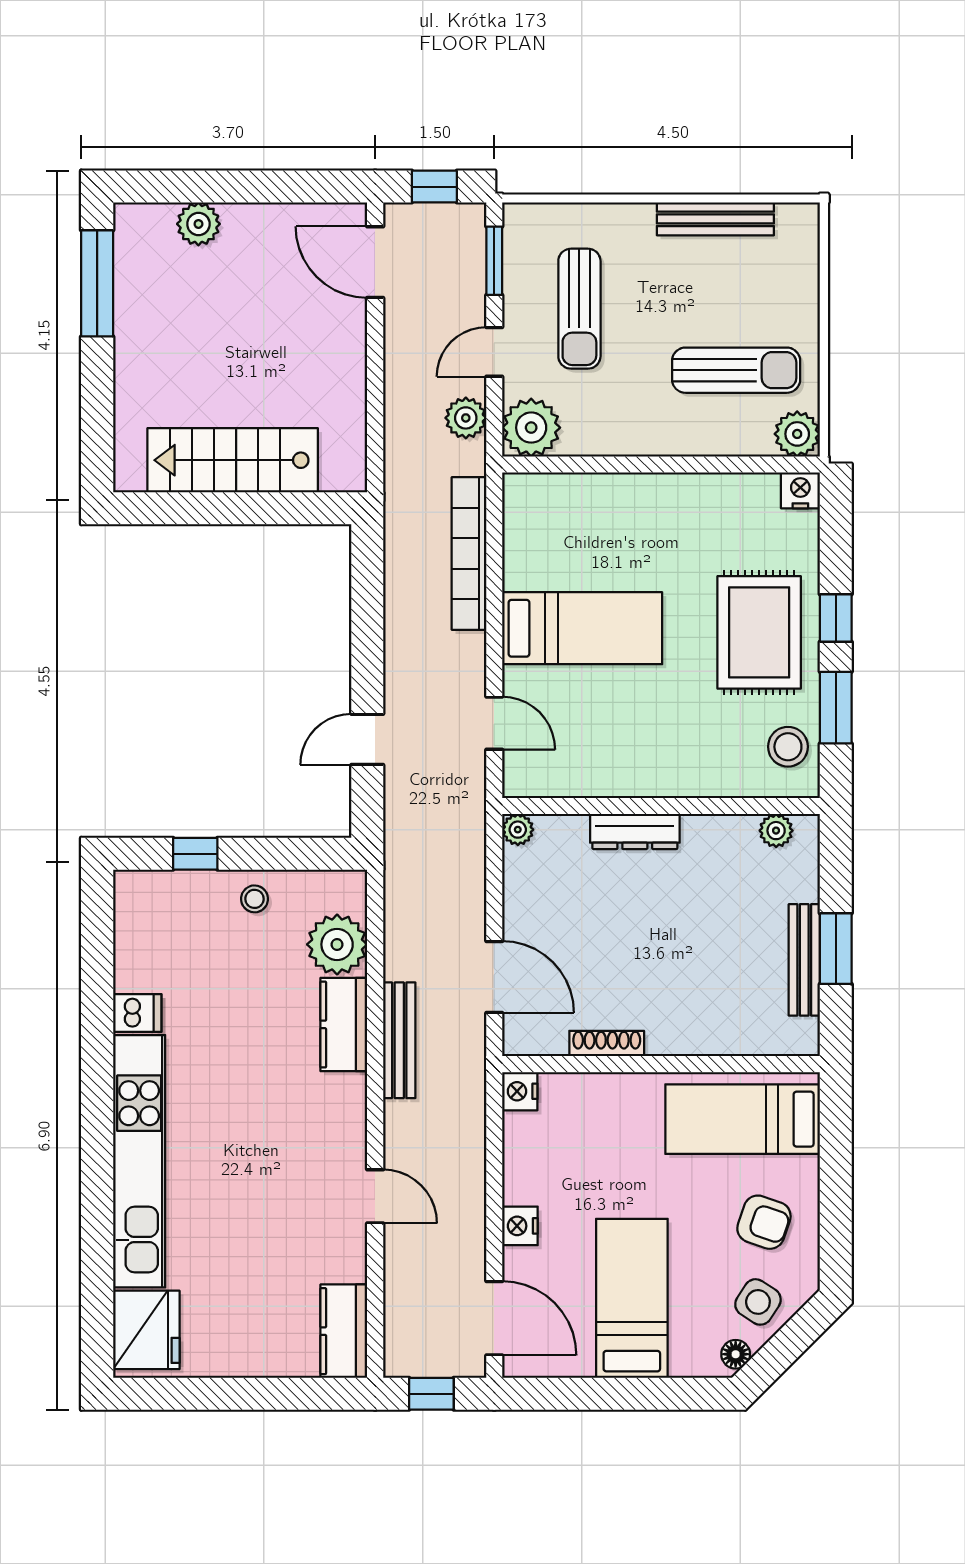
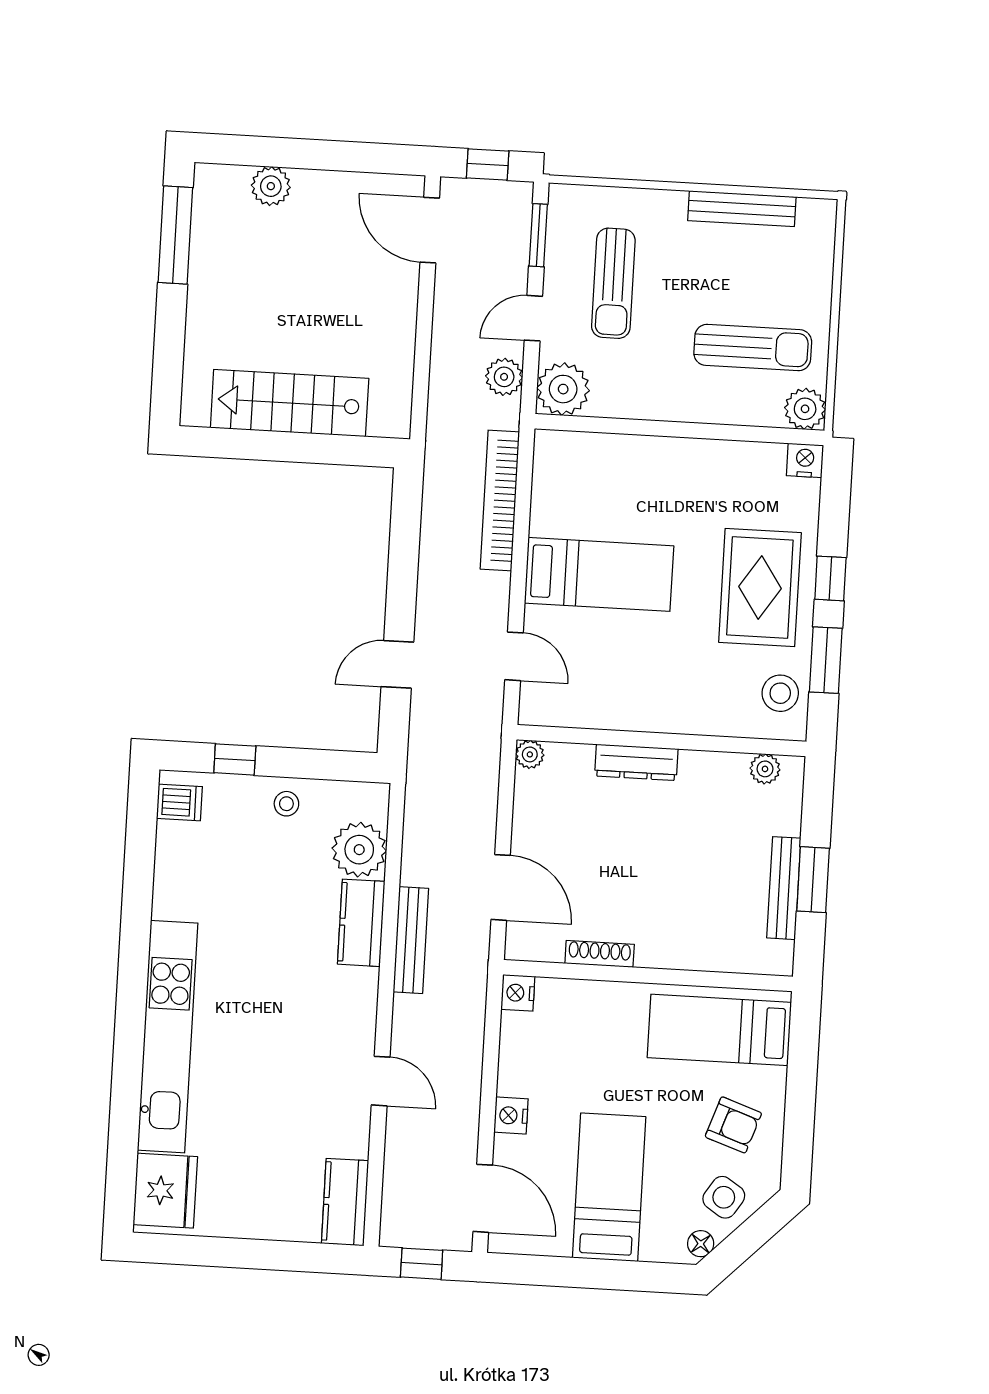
dishwasher: (137, 1013) -> (179, 802), moved

